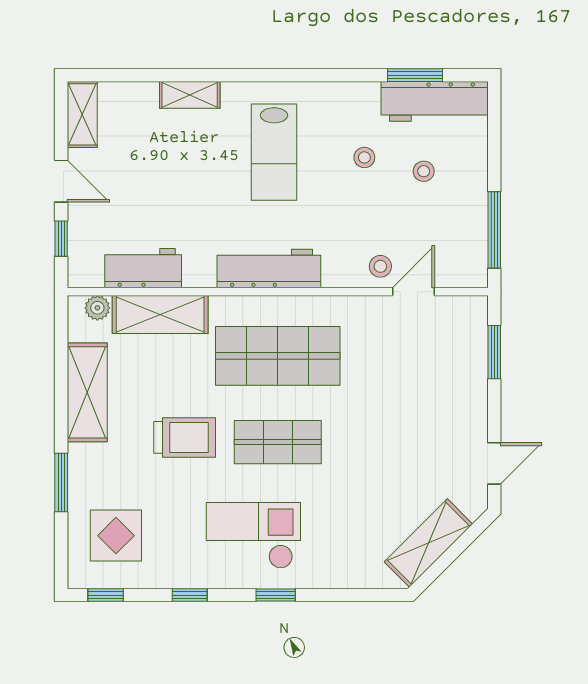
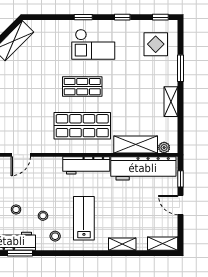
shelving: (82, 114) -> (163, 244), moved, turned 90
stool: (380, 266) -> (55, 236), moved
workbench: (143, 268) -> (143, 168), width x1.88, depth x1.32
shelving: (87, 392) -> (171, 102), width x0.67, depth x0.75
trolley: (185, 437) -> (124, 89), removed

